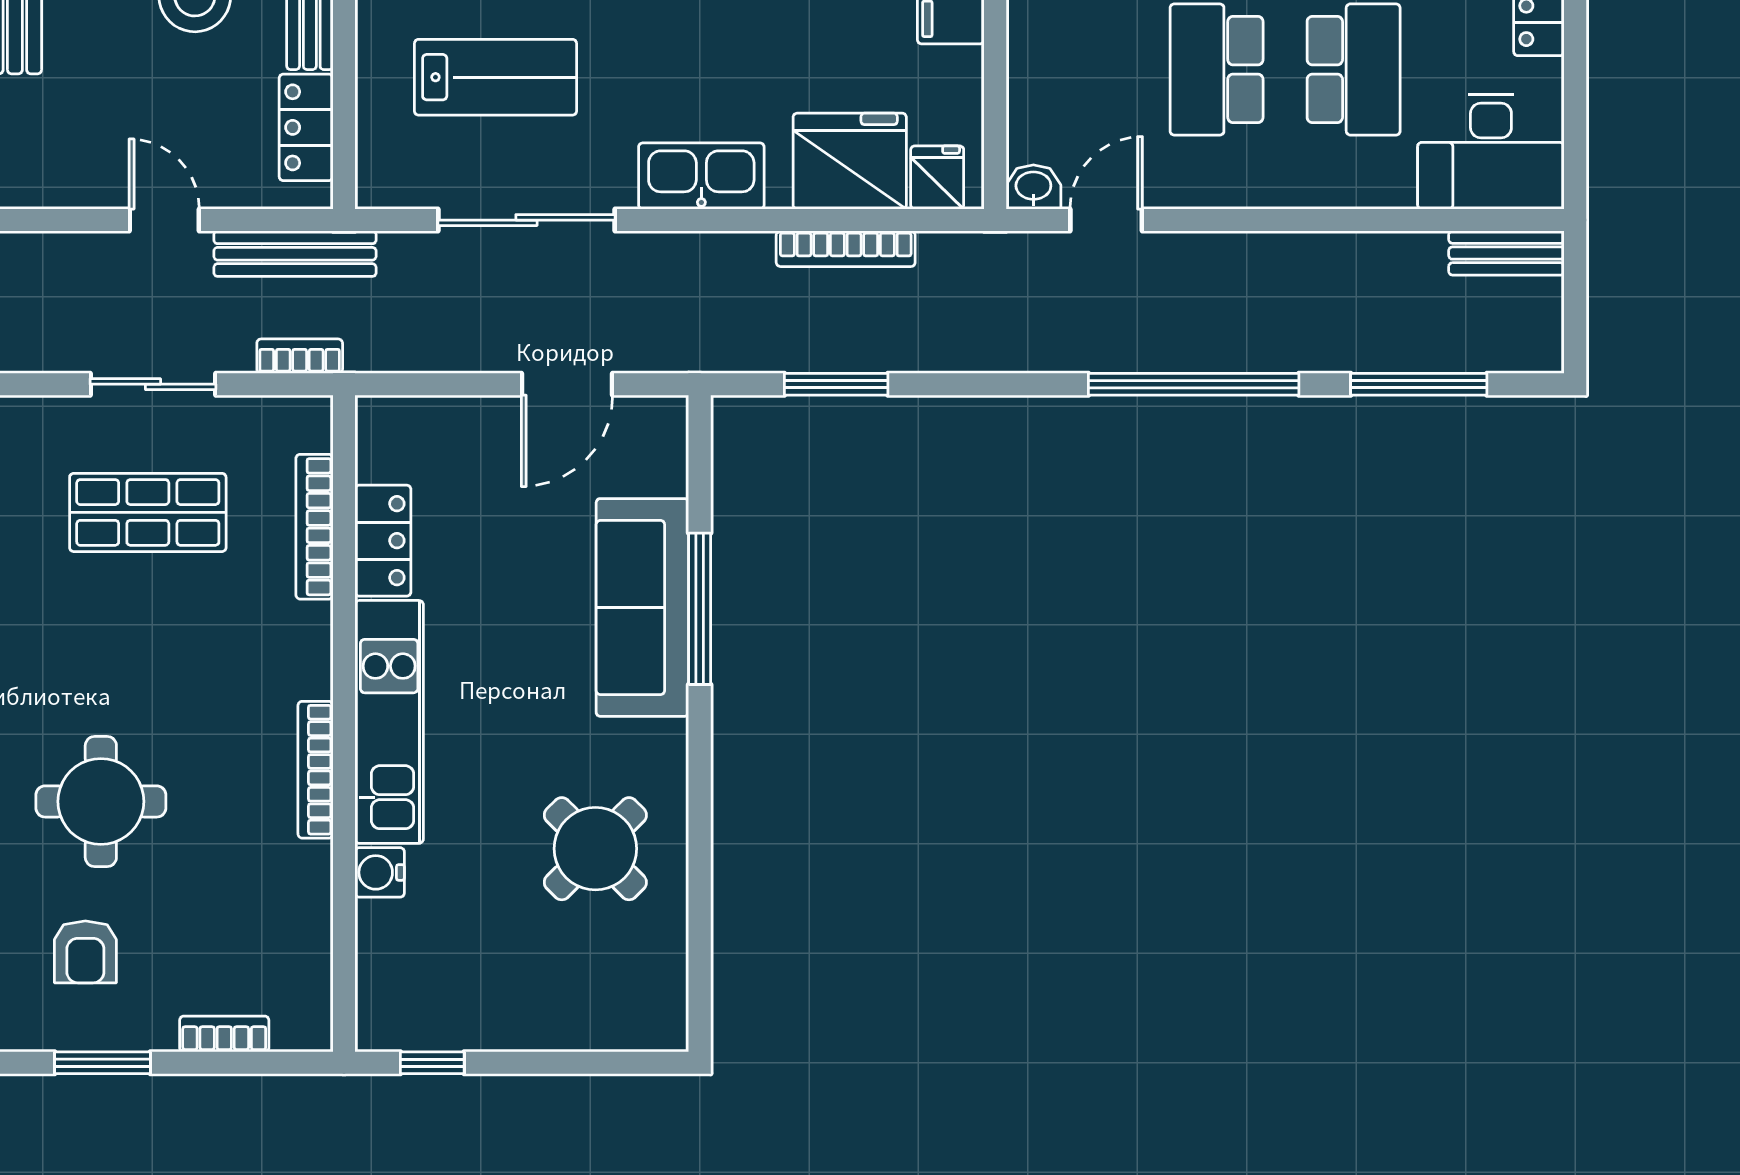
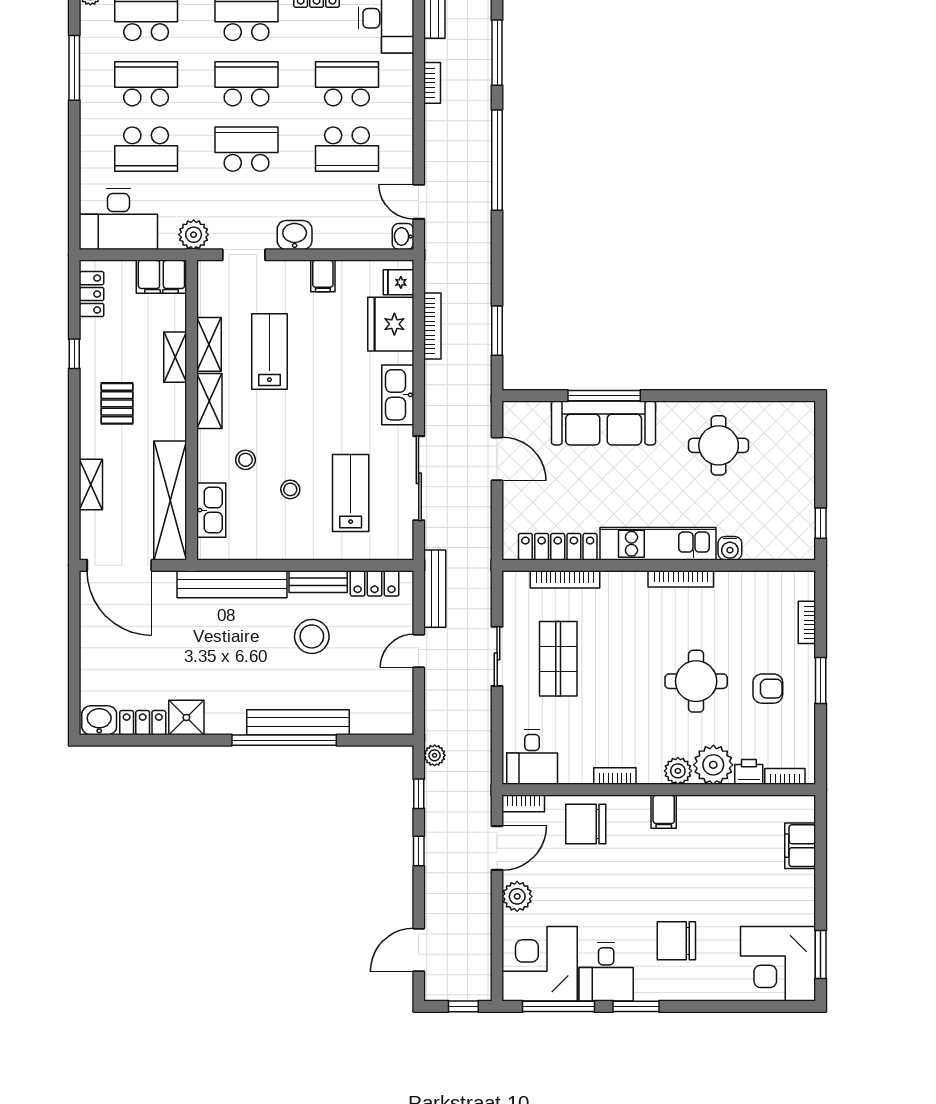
bookcase: (300, 356) -> (432, 83), moved, turned 180
locker: (383, 541) -> (558, 547), width x1.53
round table: (595, 849) -> (719, 445), turned 45

